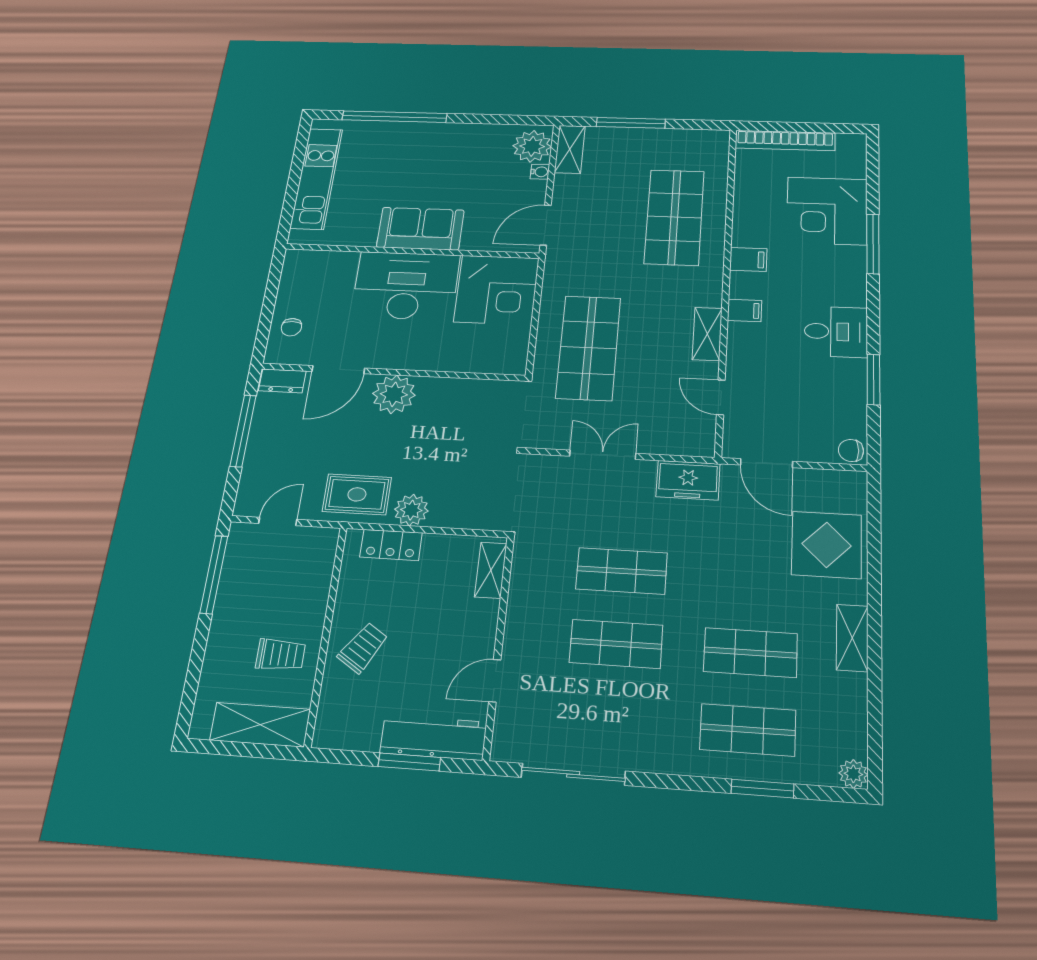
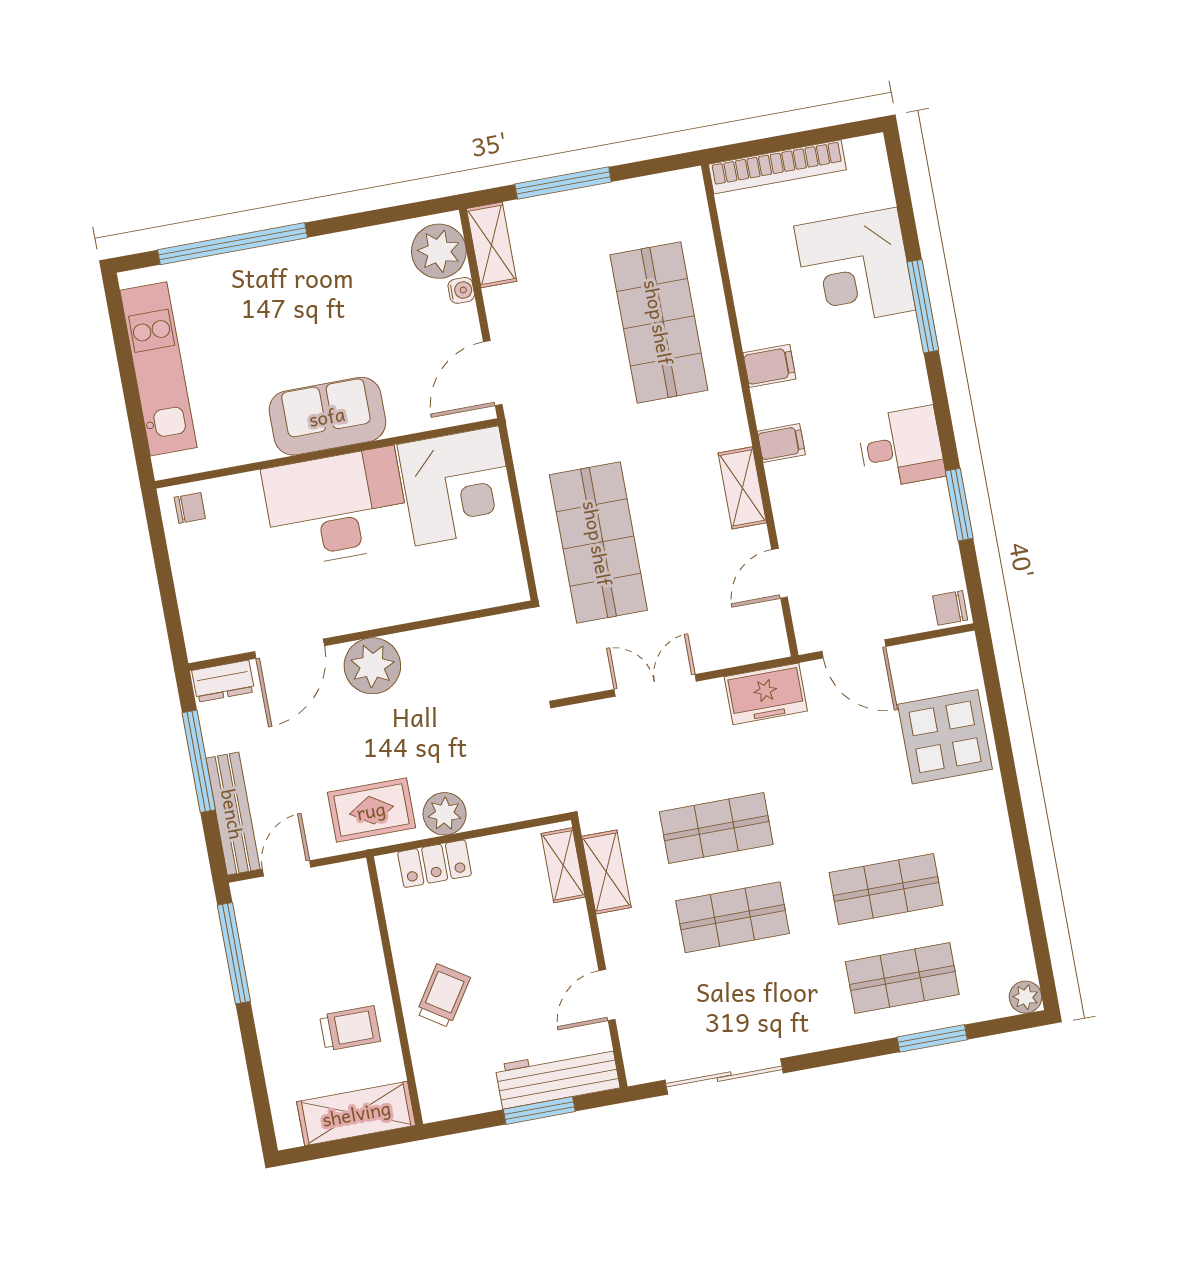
chair: (291, 327) -> (190, 508), moved, turned -90
door: (721, 397) -> (780, 573), hinge flipped
bench: (253, 473) -> (233, 814), added
shelving: (852, 638) -> (606, 872), moved

